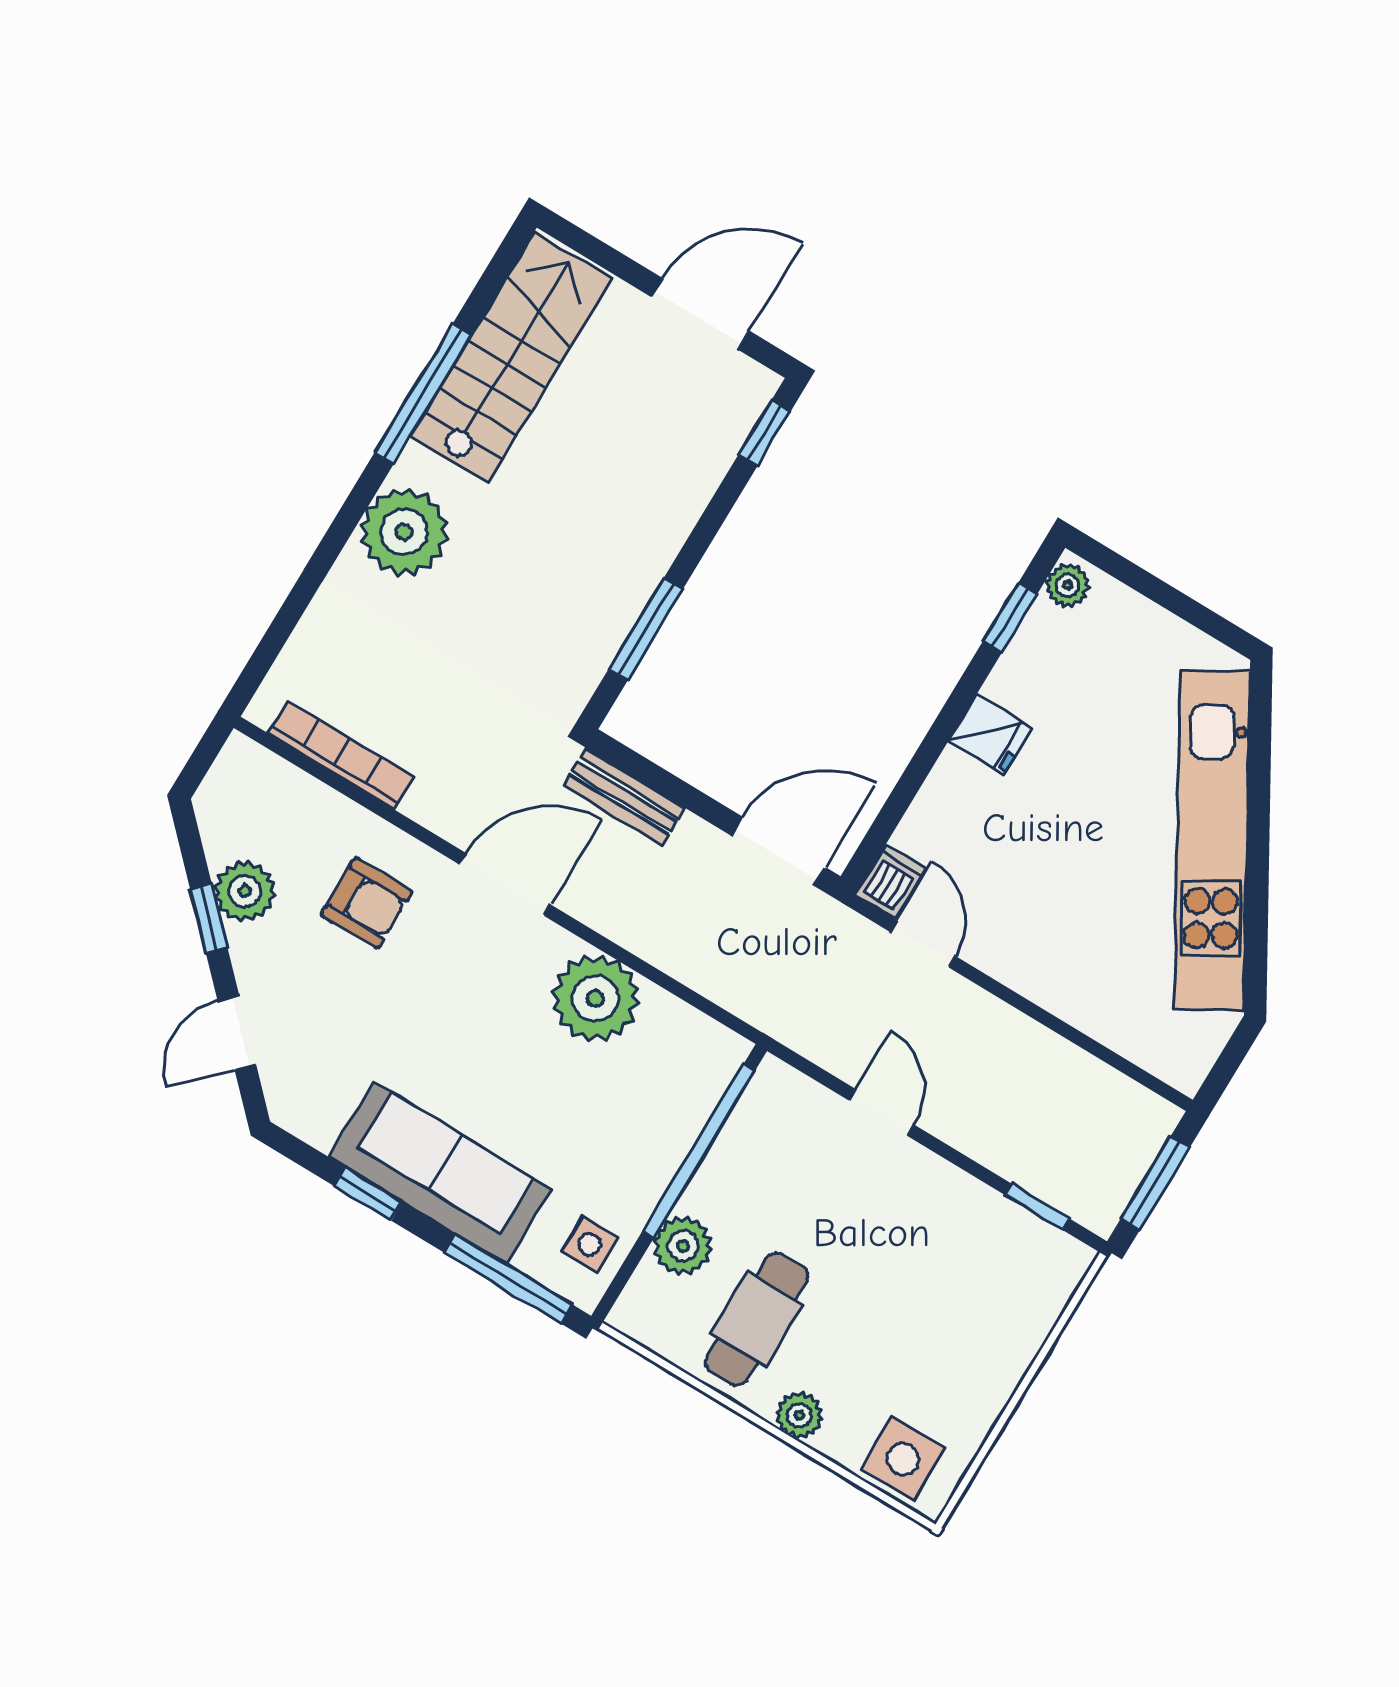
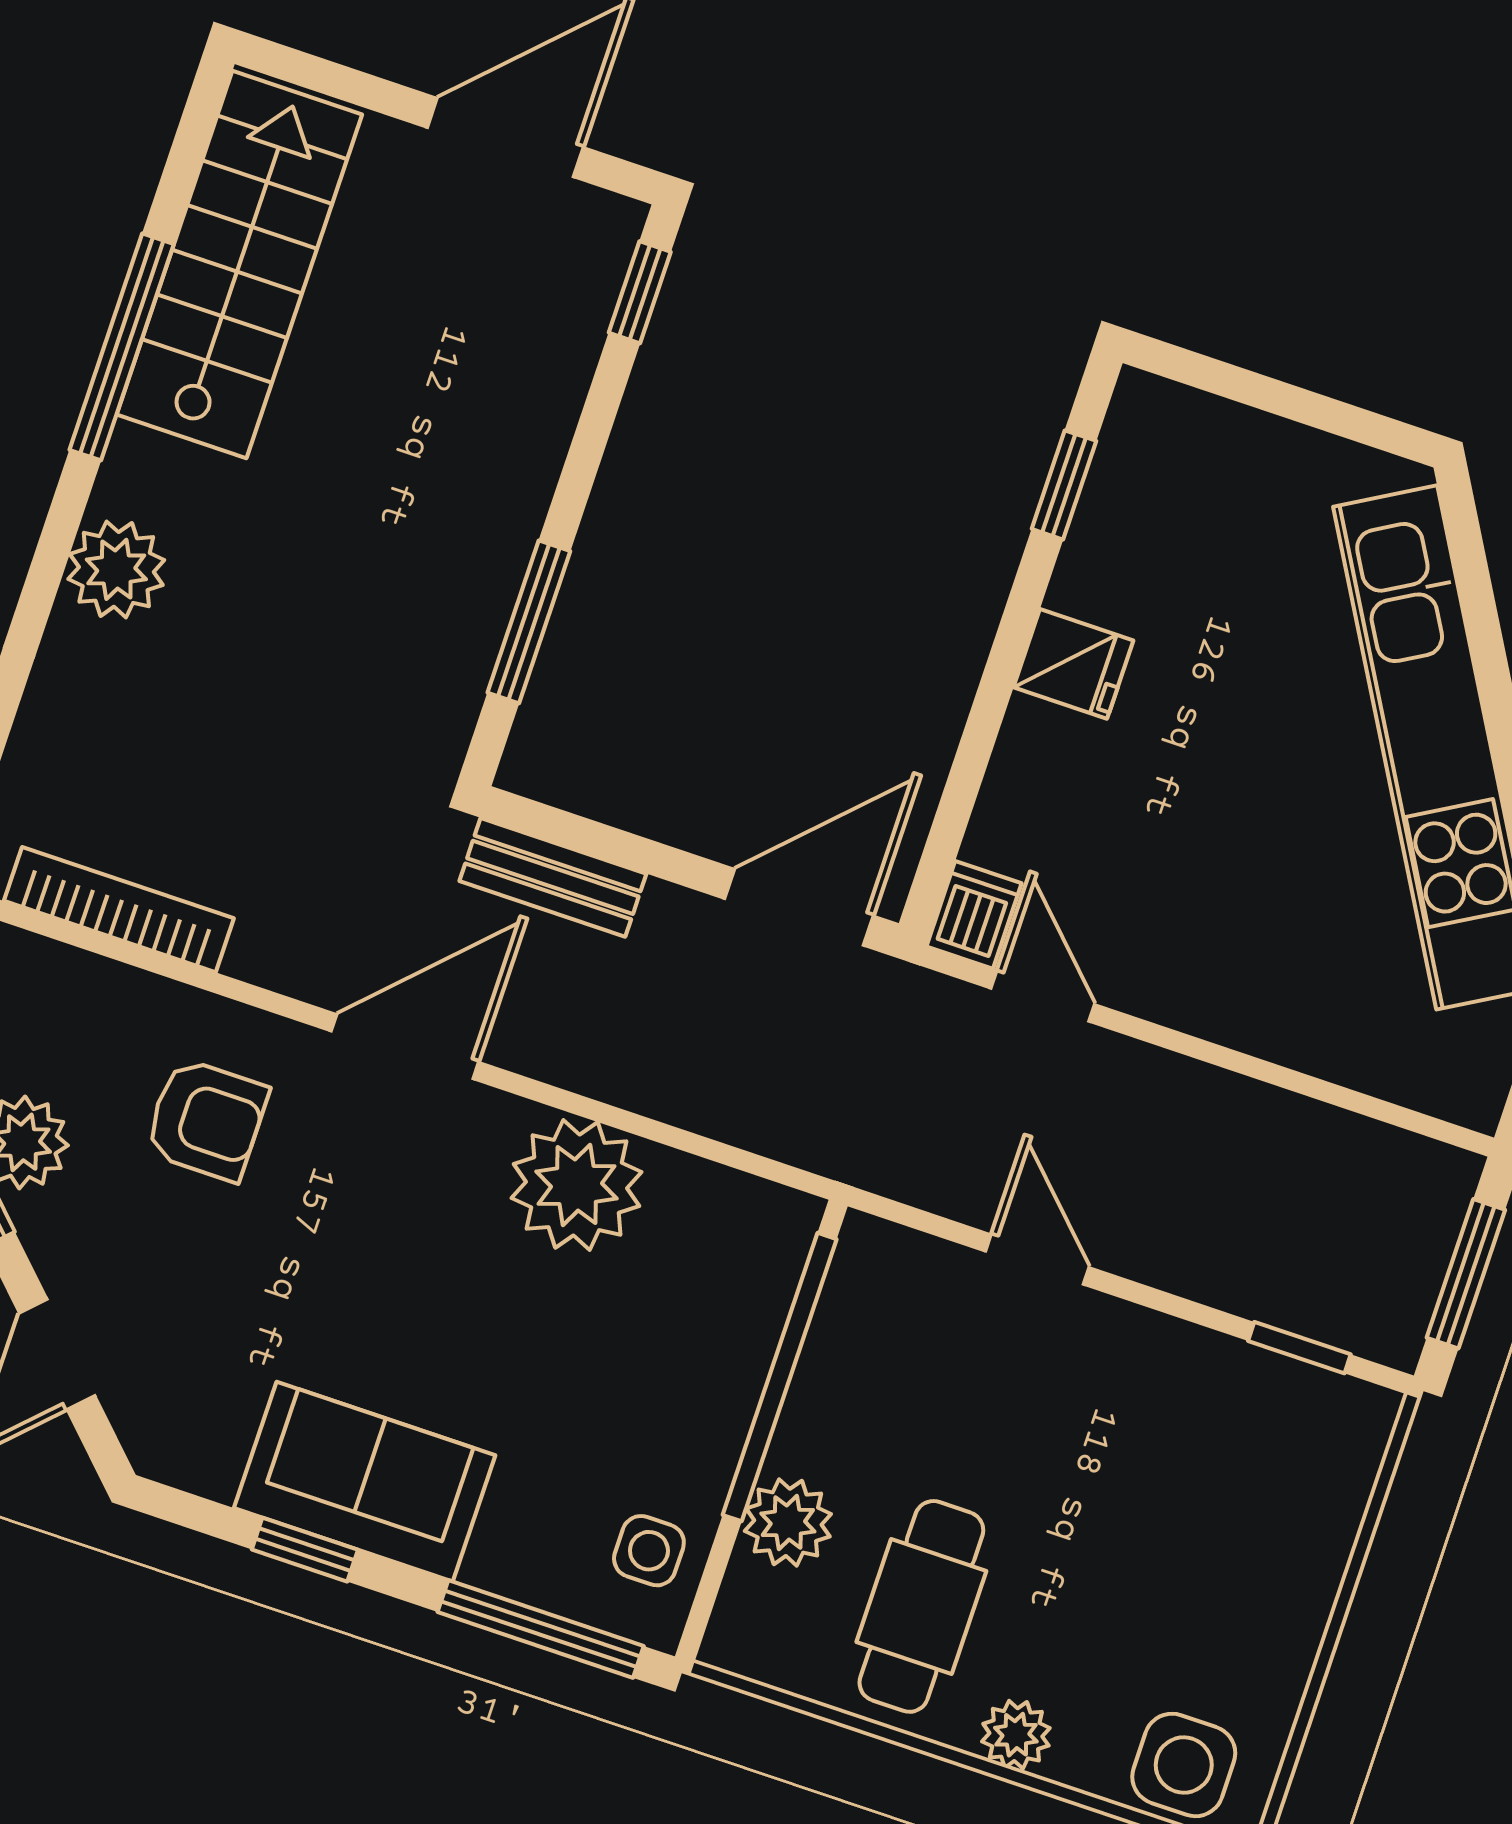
plant: (404, 532) -> (116, 569), width x0.73, depth x0.73
plant: (1067, 585) -> (1138, 418), removed
sofa: (440, 1173) -> (365, 1482), width x0.73

